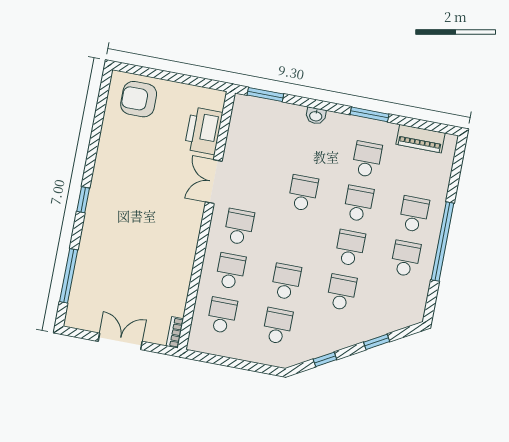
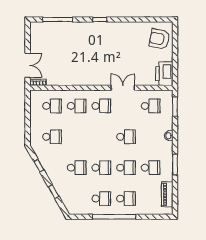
armchair: (139, 99) -> (160, 39), turned -79
printer: (203, 131) -> (164, 74), moved, turned -90
school desk: (286, 282) -> (151, 106), moved
double door: (120, 341) -> (28, 65), moved

